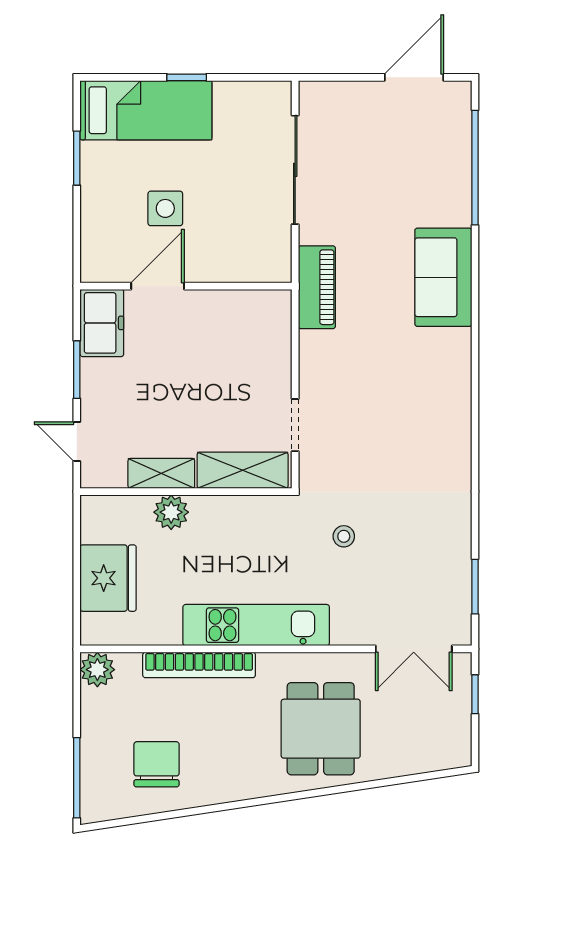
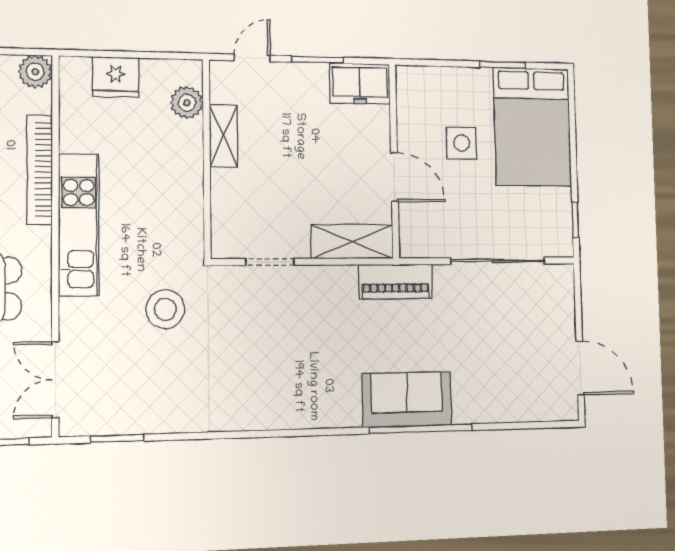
window: (187, 77) -> (575, 220), moved
bed: (146, 110) -> (532, 127), width x1.50
window: (475, 168) -> (421, 429), moved
door: (158, 286) -> (394, 177), moved
shelving: (243, 470) -> (352, 242), moved, turned 90
plant: (171, 512) -> (187, 103), moved
stool: (344, 536) -> (165, 309), width x1.89, depth x1.89
fridge: (108, 578) -> (116, 77), width x0.73, depth x0.75

